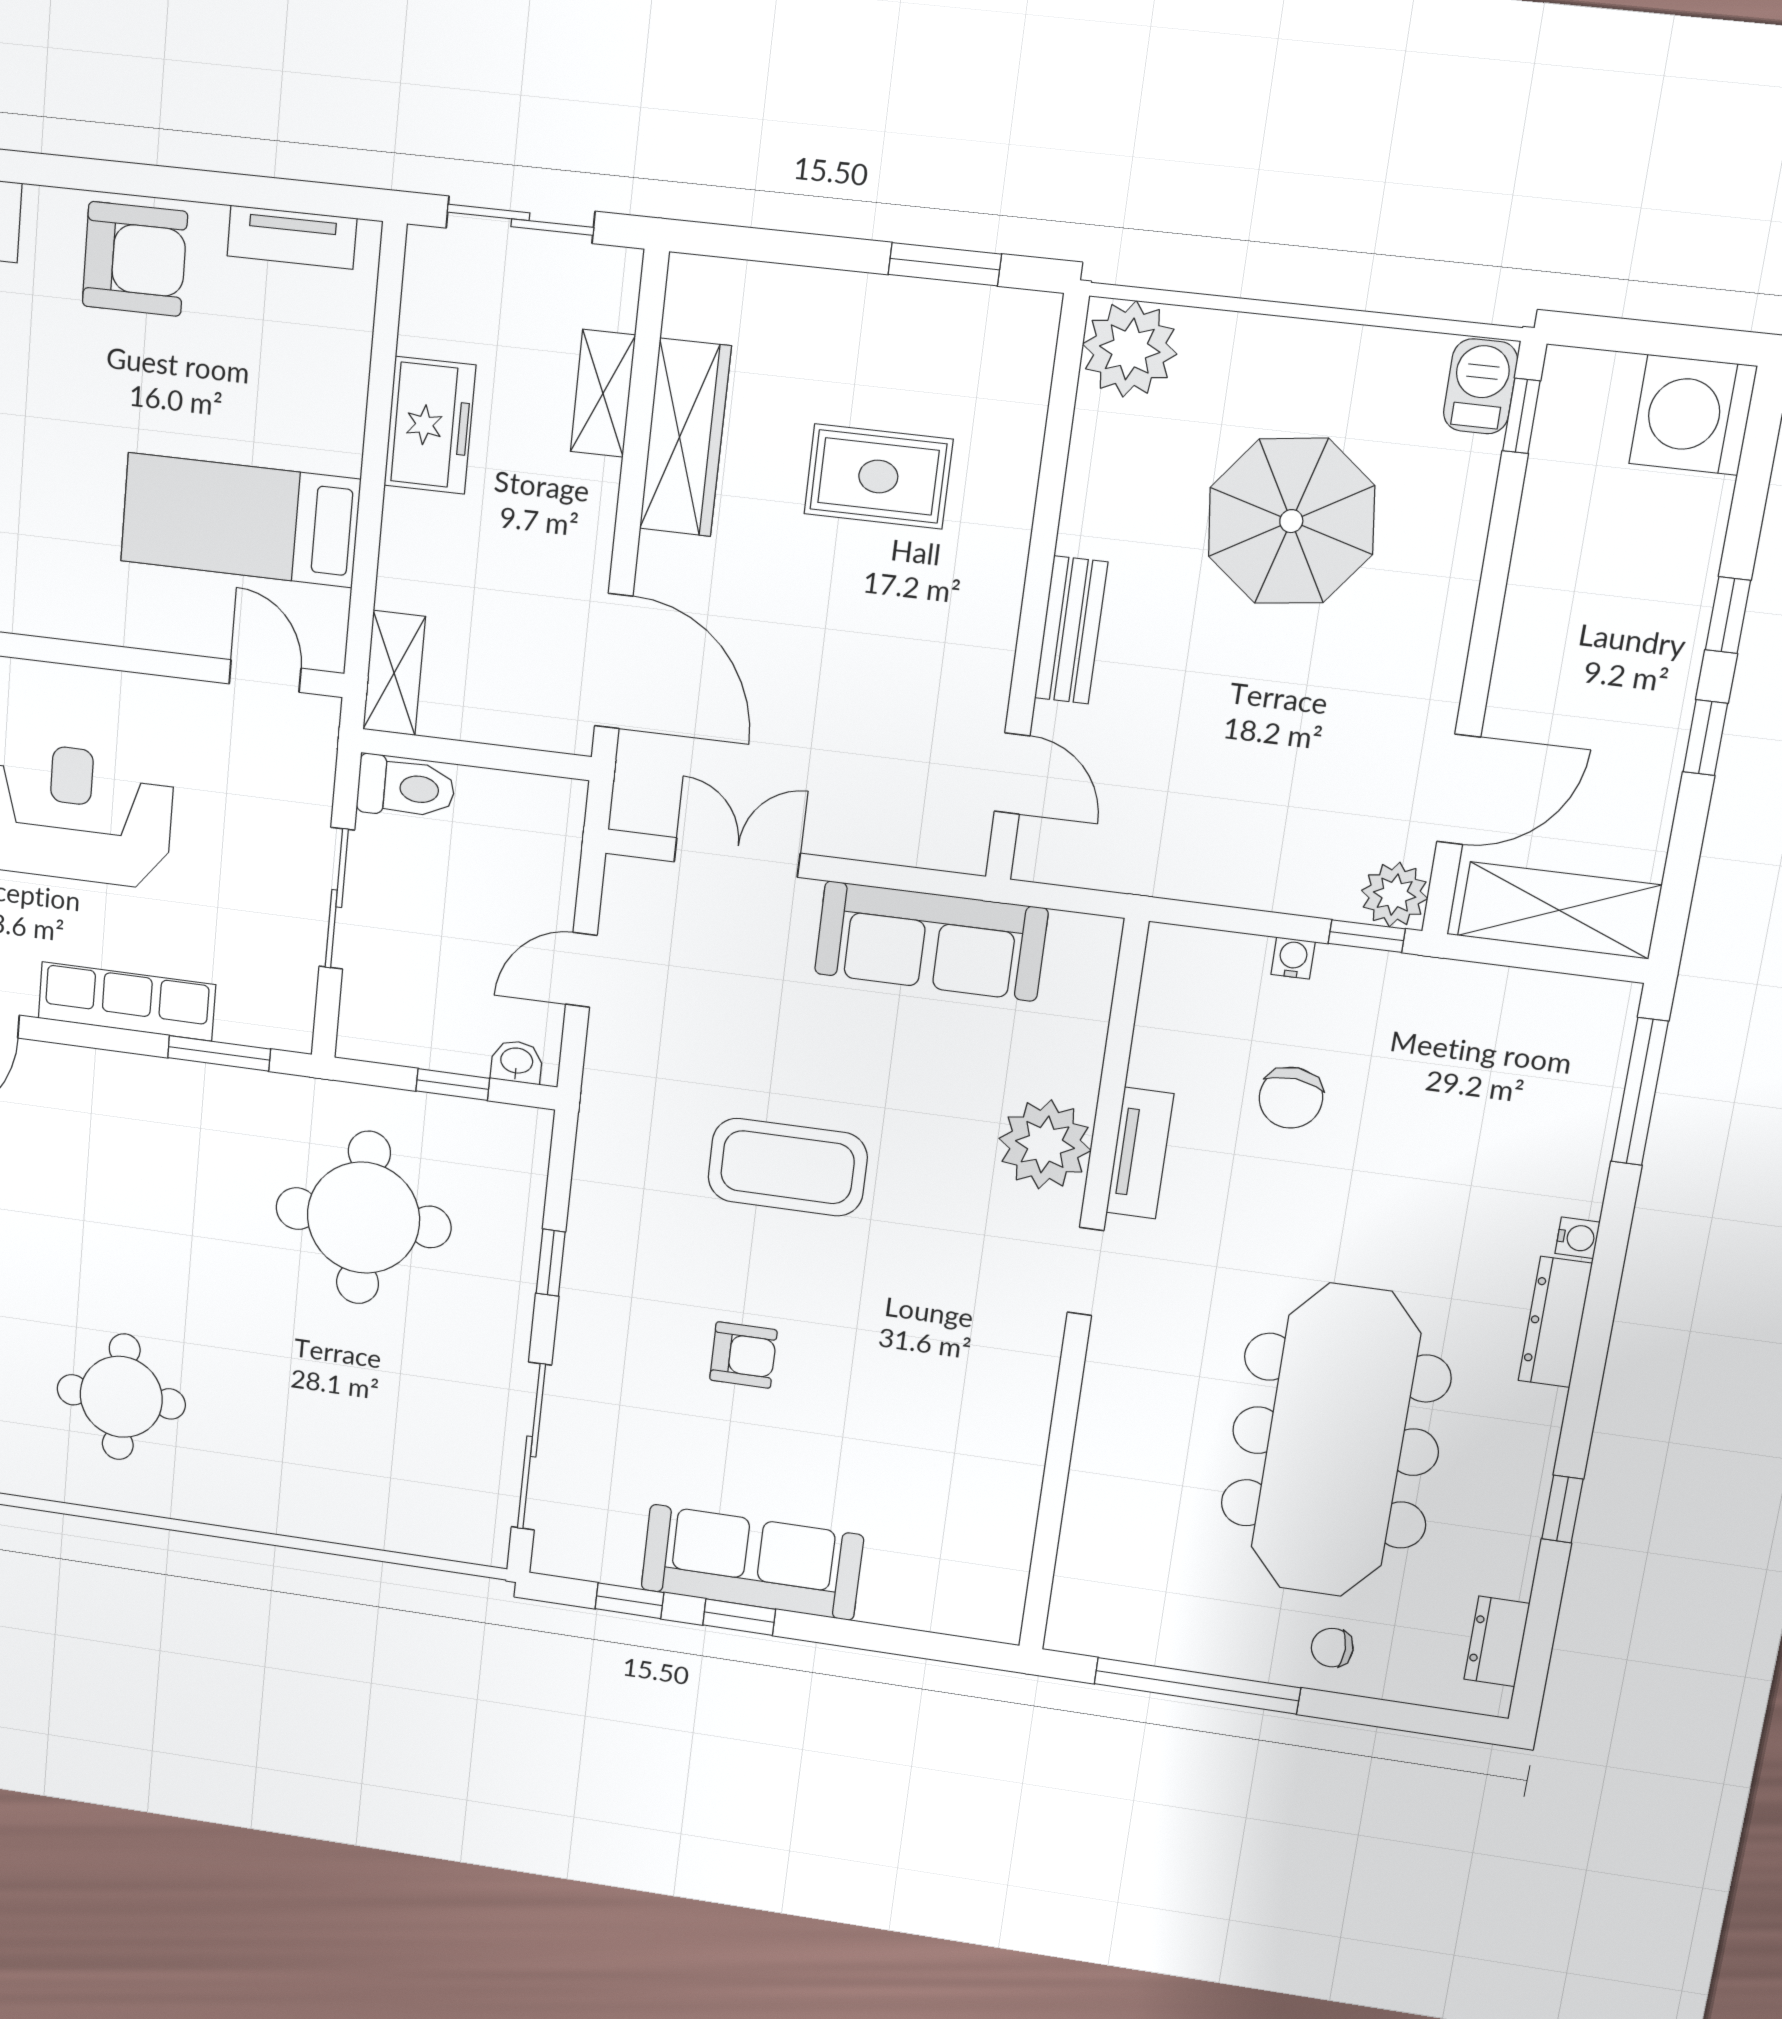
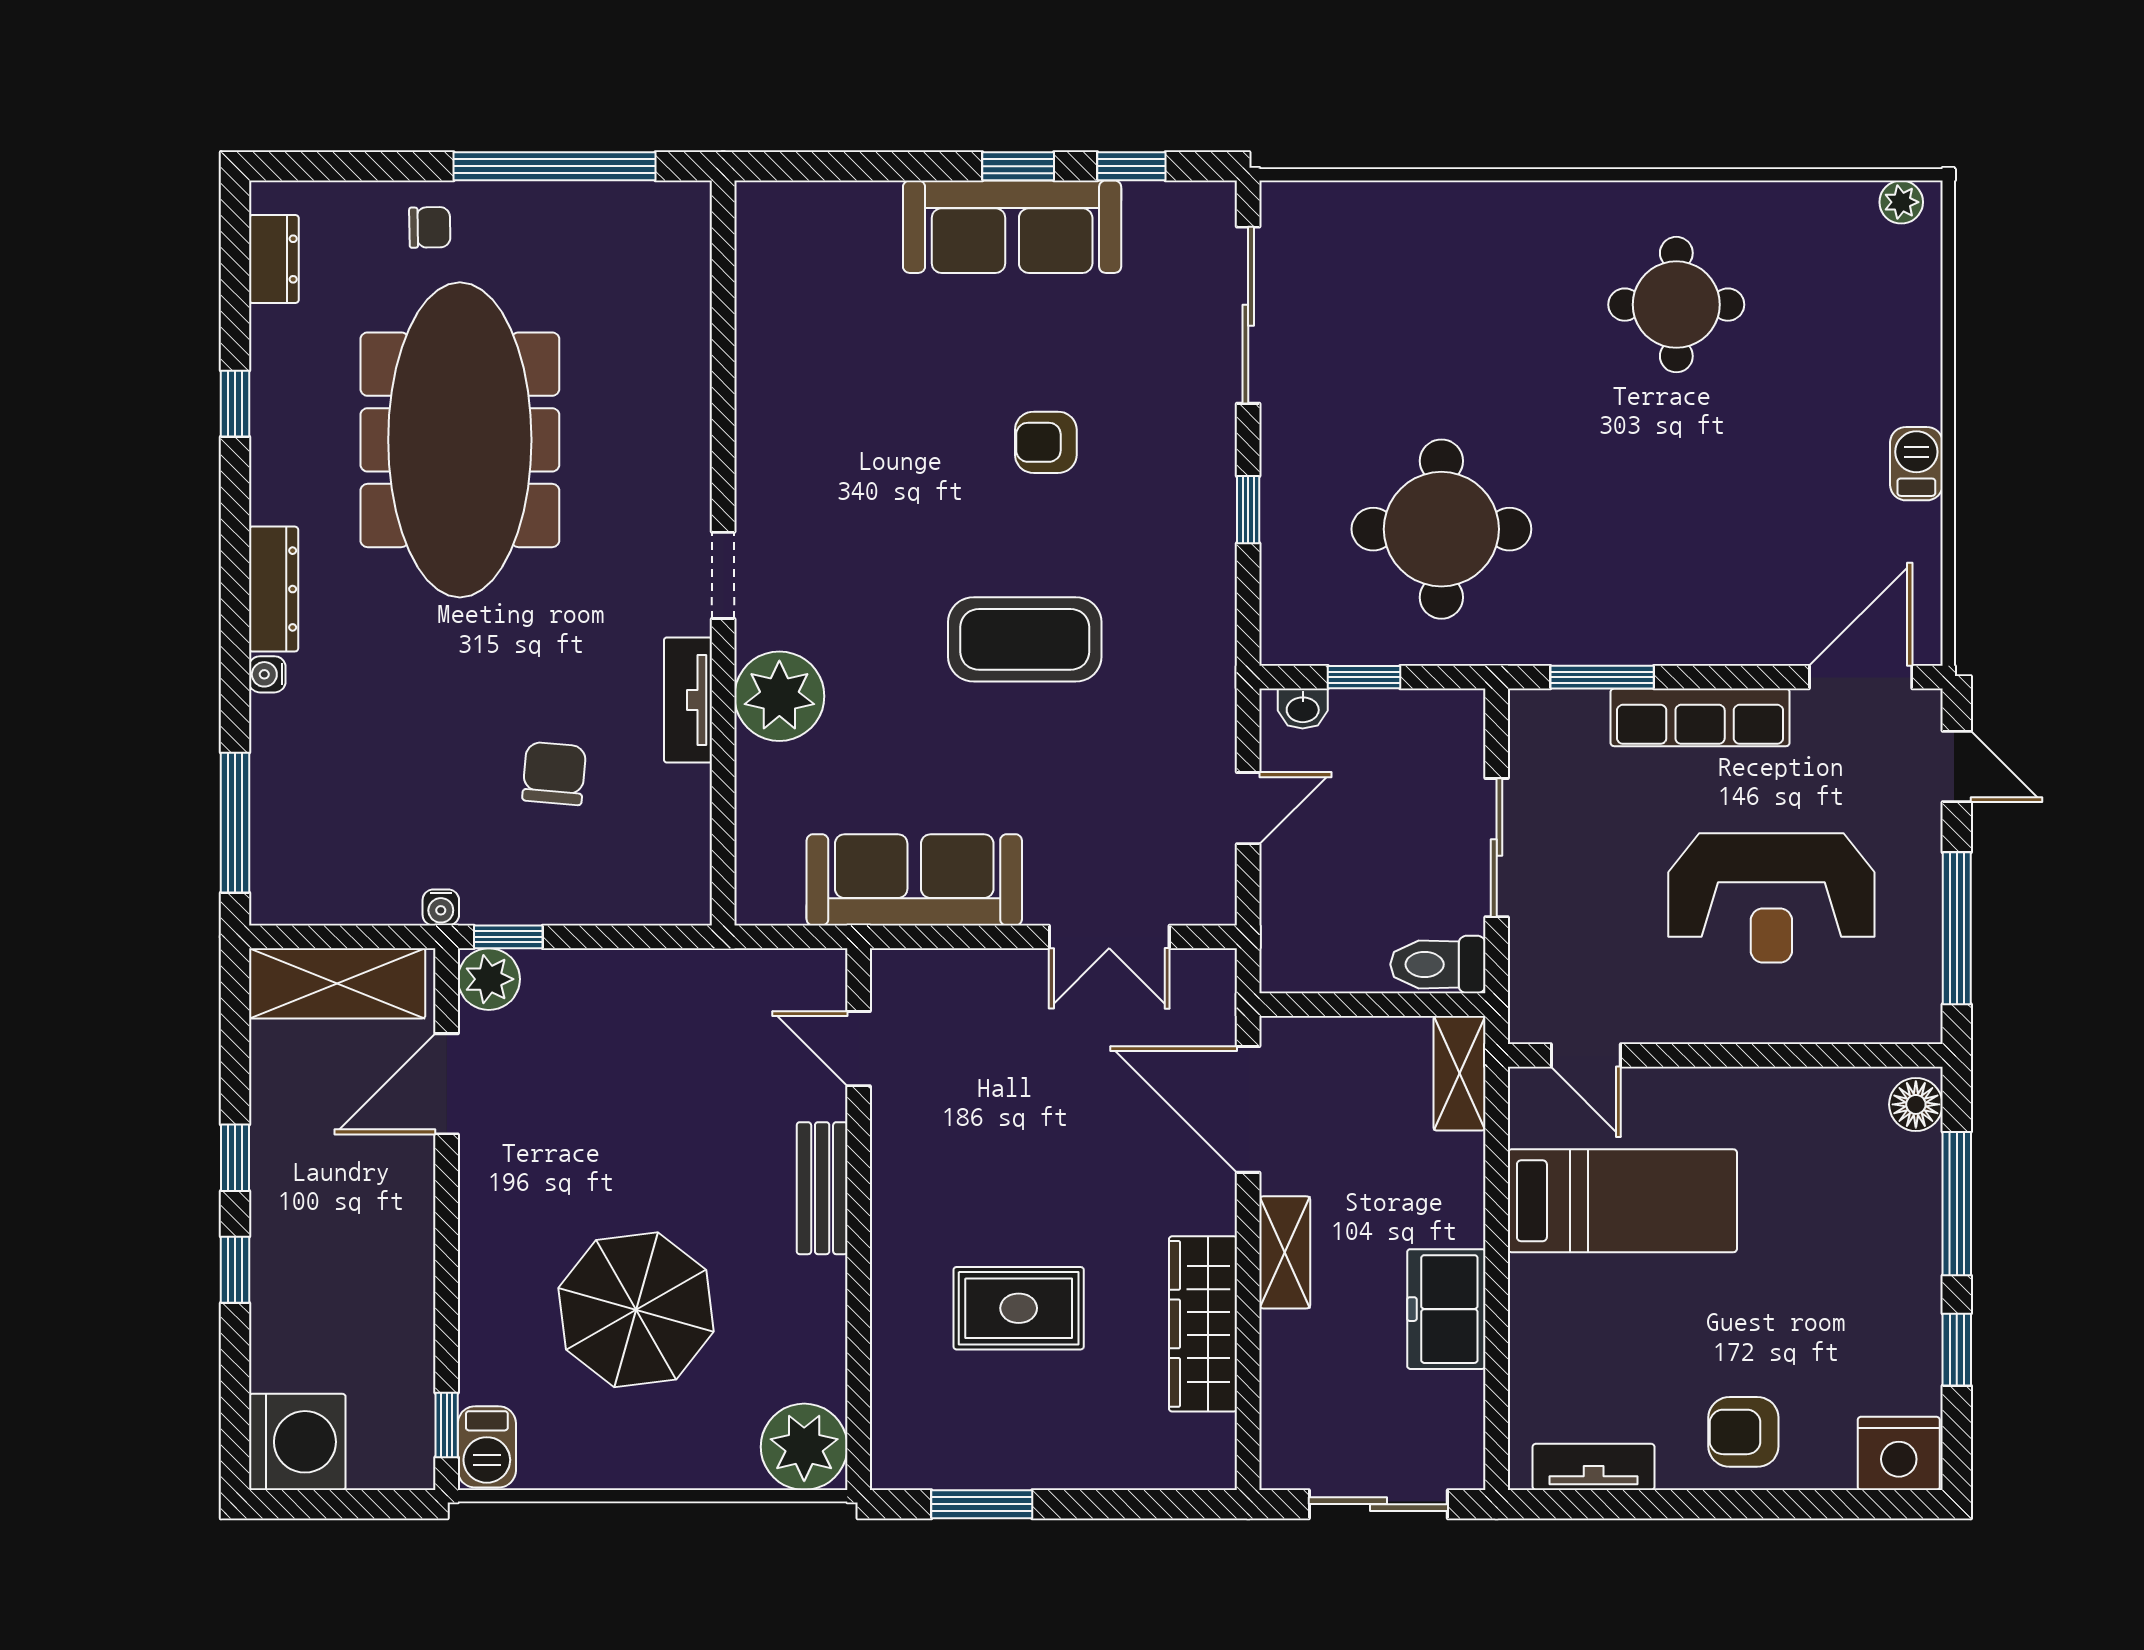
armchair: (135, 259) -> (1743, 1432), width x0.72, depth x0.72
shelving: (603, 393) -> (1285, 1252), moved
water cooler: (1293, 958) -> (441, 907), moved

